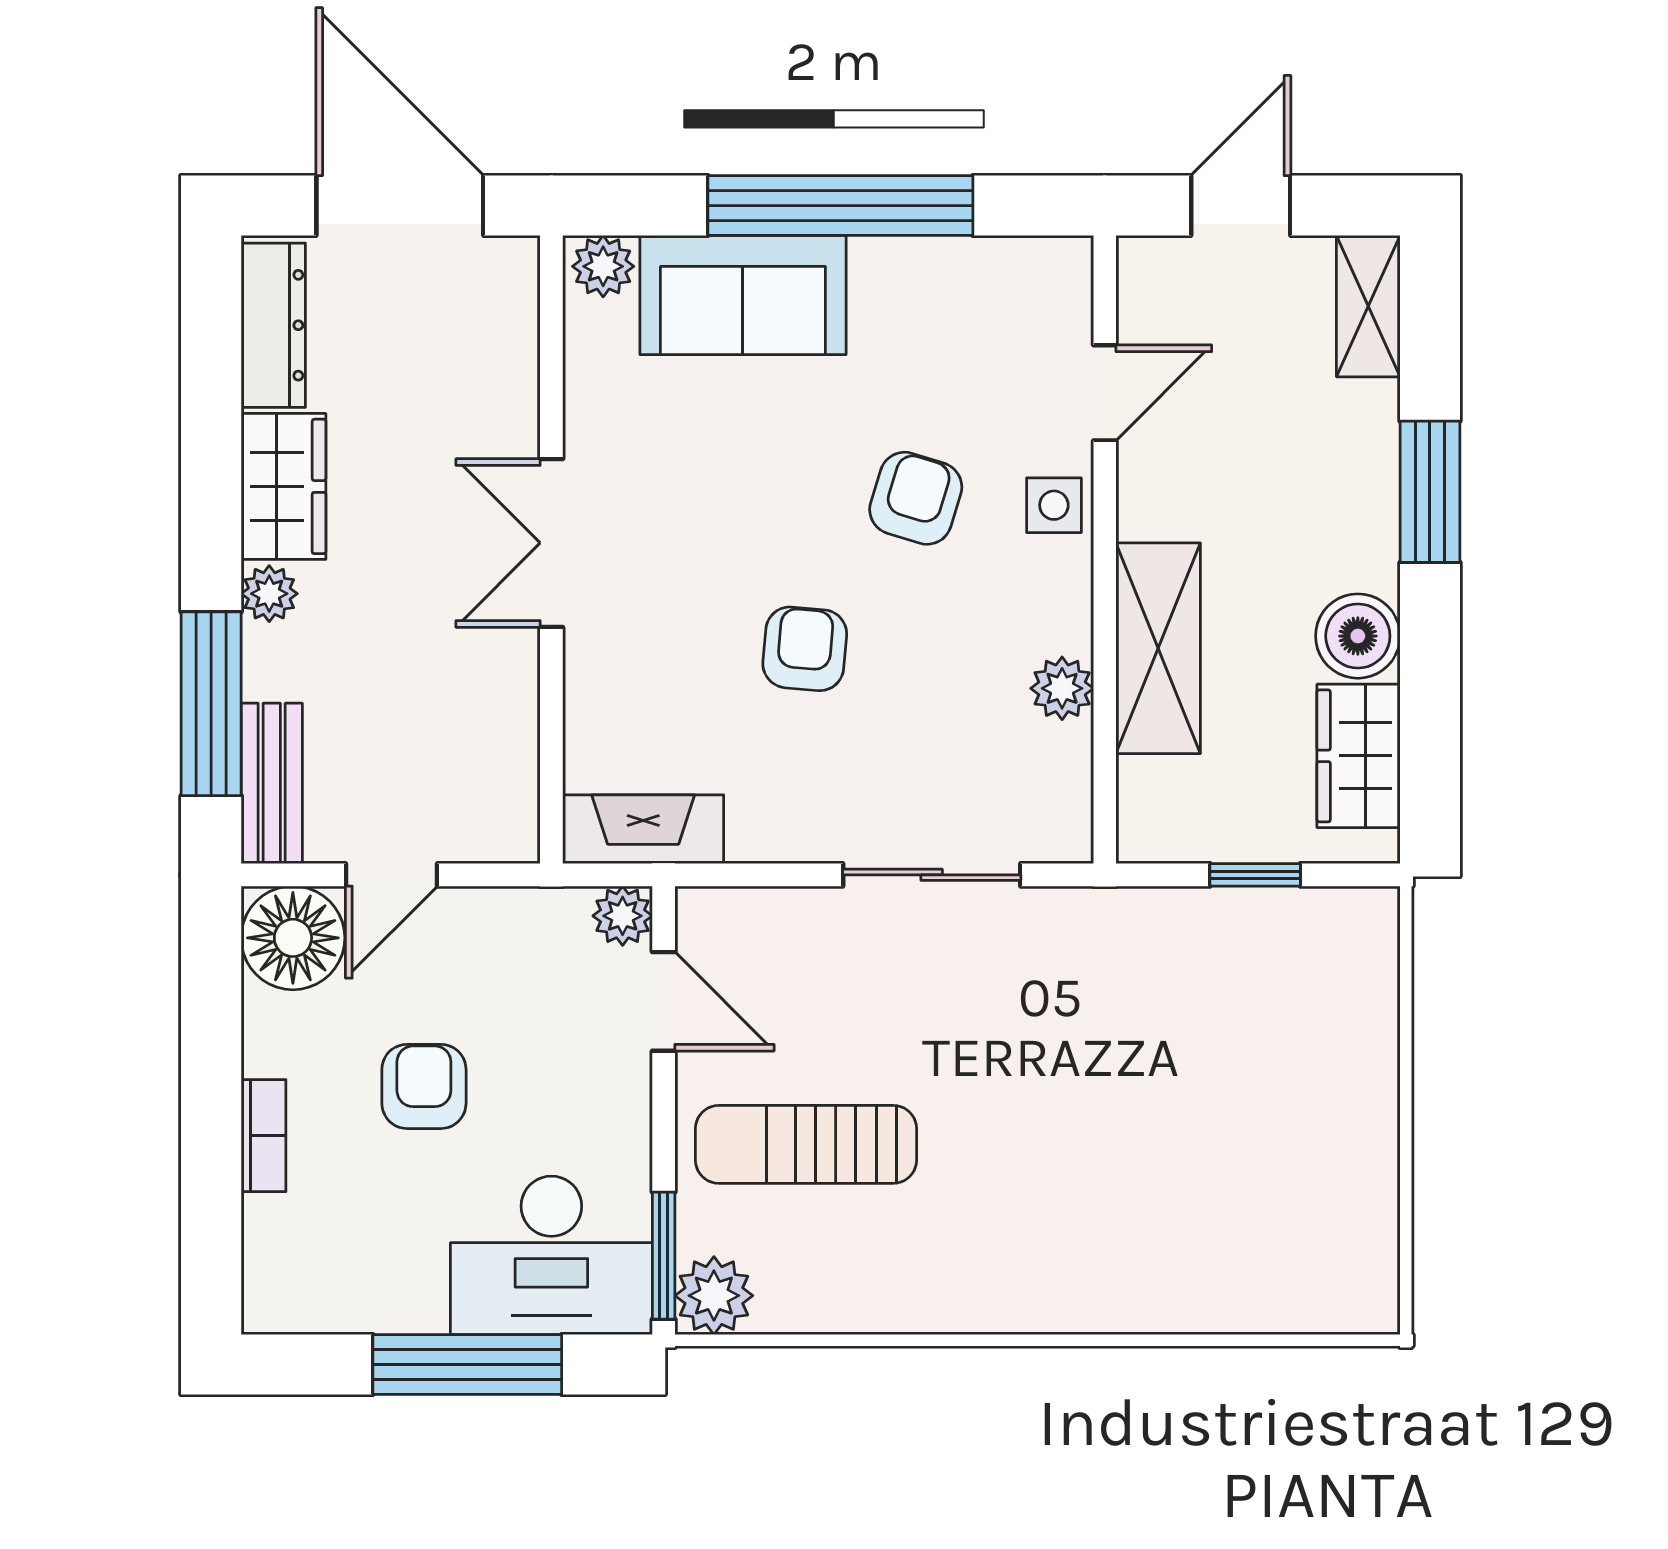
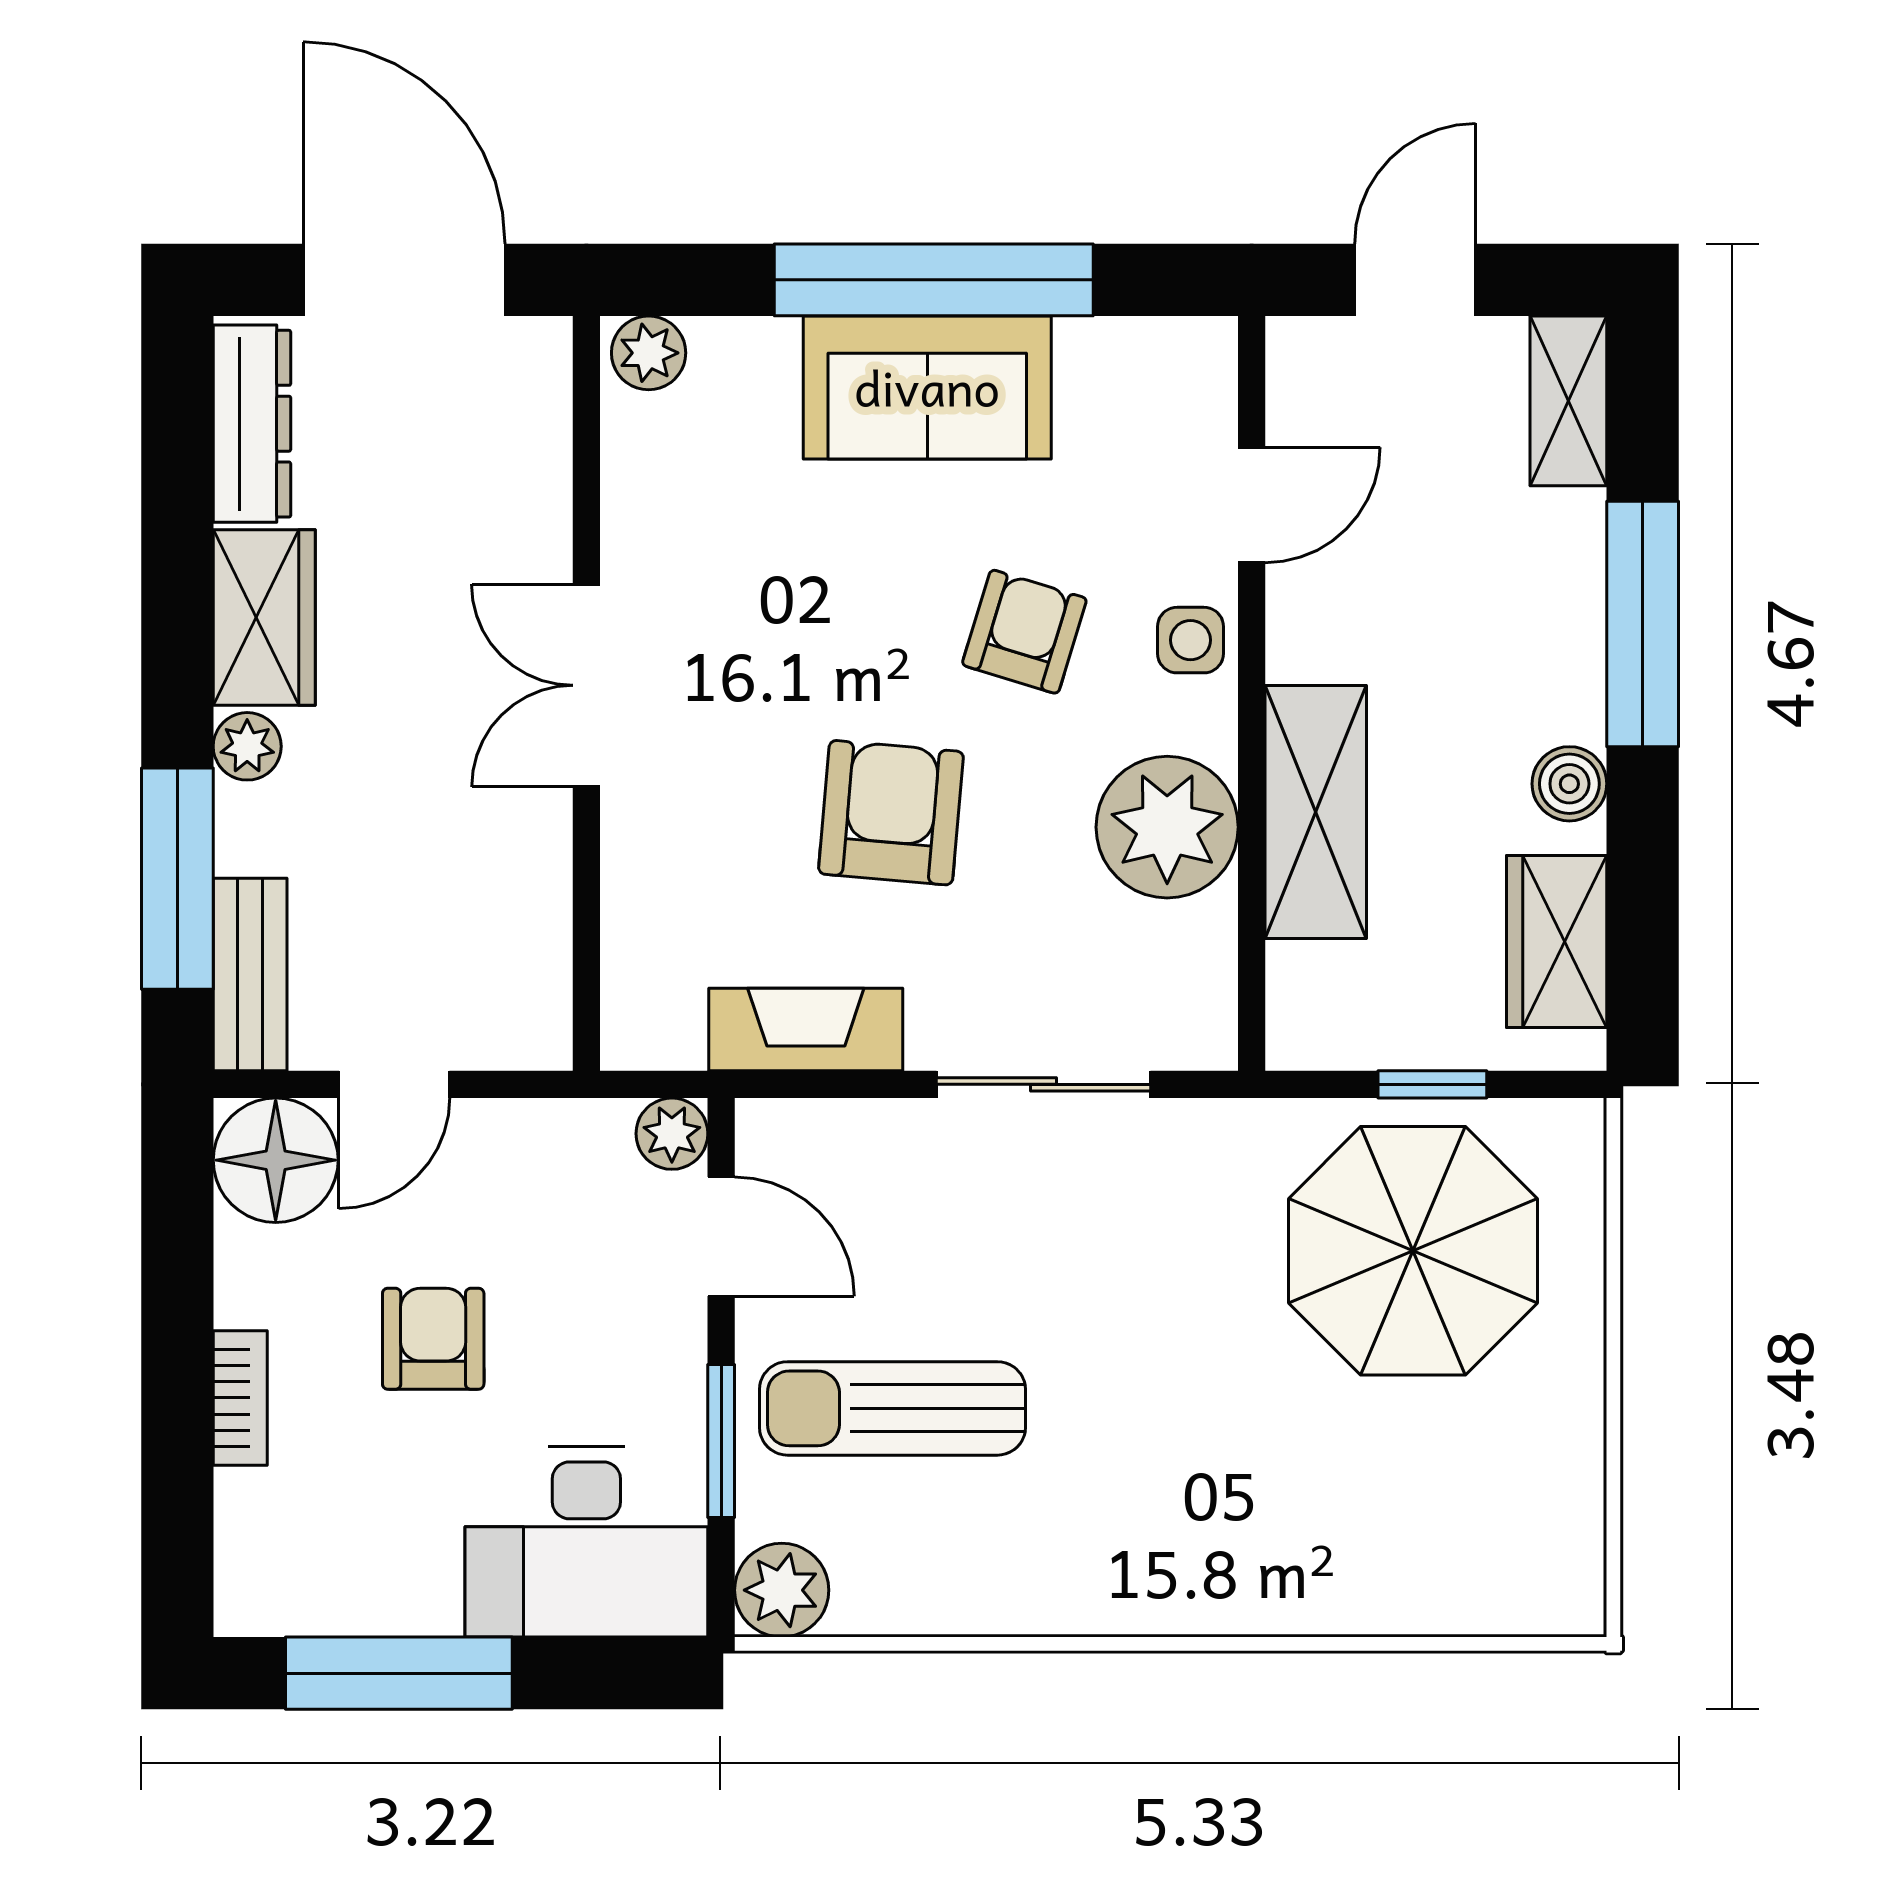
sofa: (743, 295) -> (927, 387), moved
window: (1430, 492) -> (1643, 624), width x1.44
boiler: (1358, 636) -> (1569, 784), width x0.73, depth x0.73
armchair: (805, 649) -> (891, 813), width x1.38, depth x1.38
plant: (1062, 688) -> (1167, 827), width x1.87, depth x1.87
fireplace: (643, 829) -> (806, 1030), moved
parasol: (1239, 1013) -> (1413, 1251), added
window: (664, 1256) -> (721, 1441), moved
window: (467, 1365) -> (399, 1673), moved

